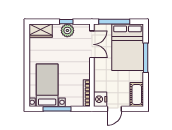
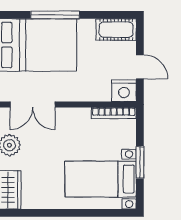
double door: (92, 44) -> (33, 104), swing flipped
window: (57, 109) -> (140, 162), width x0.69

